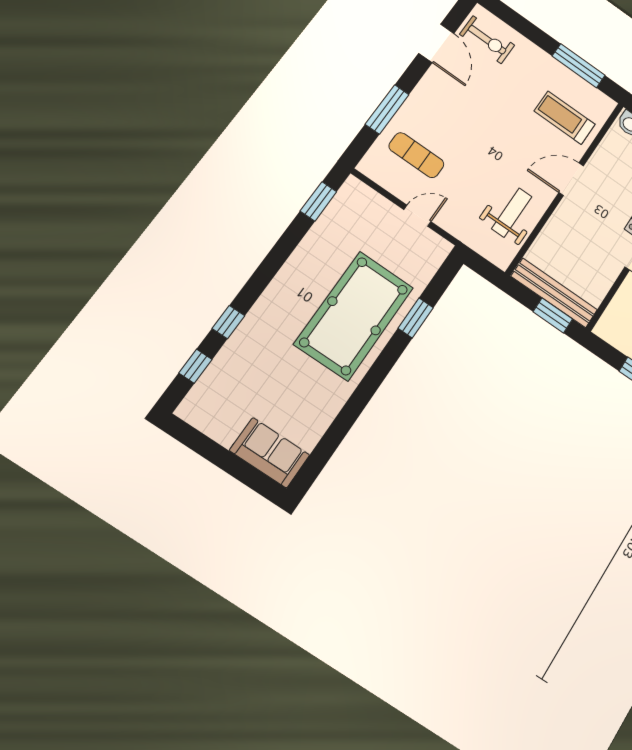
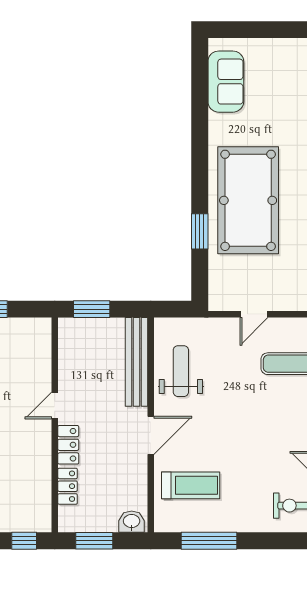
weight bench: (512, 213) -> (181, 371), turned 180
bench: (554, 293) -> (136, 362), moved, turned 90
sofa: (270, 453) -> (226, 82), moved, turned -90

